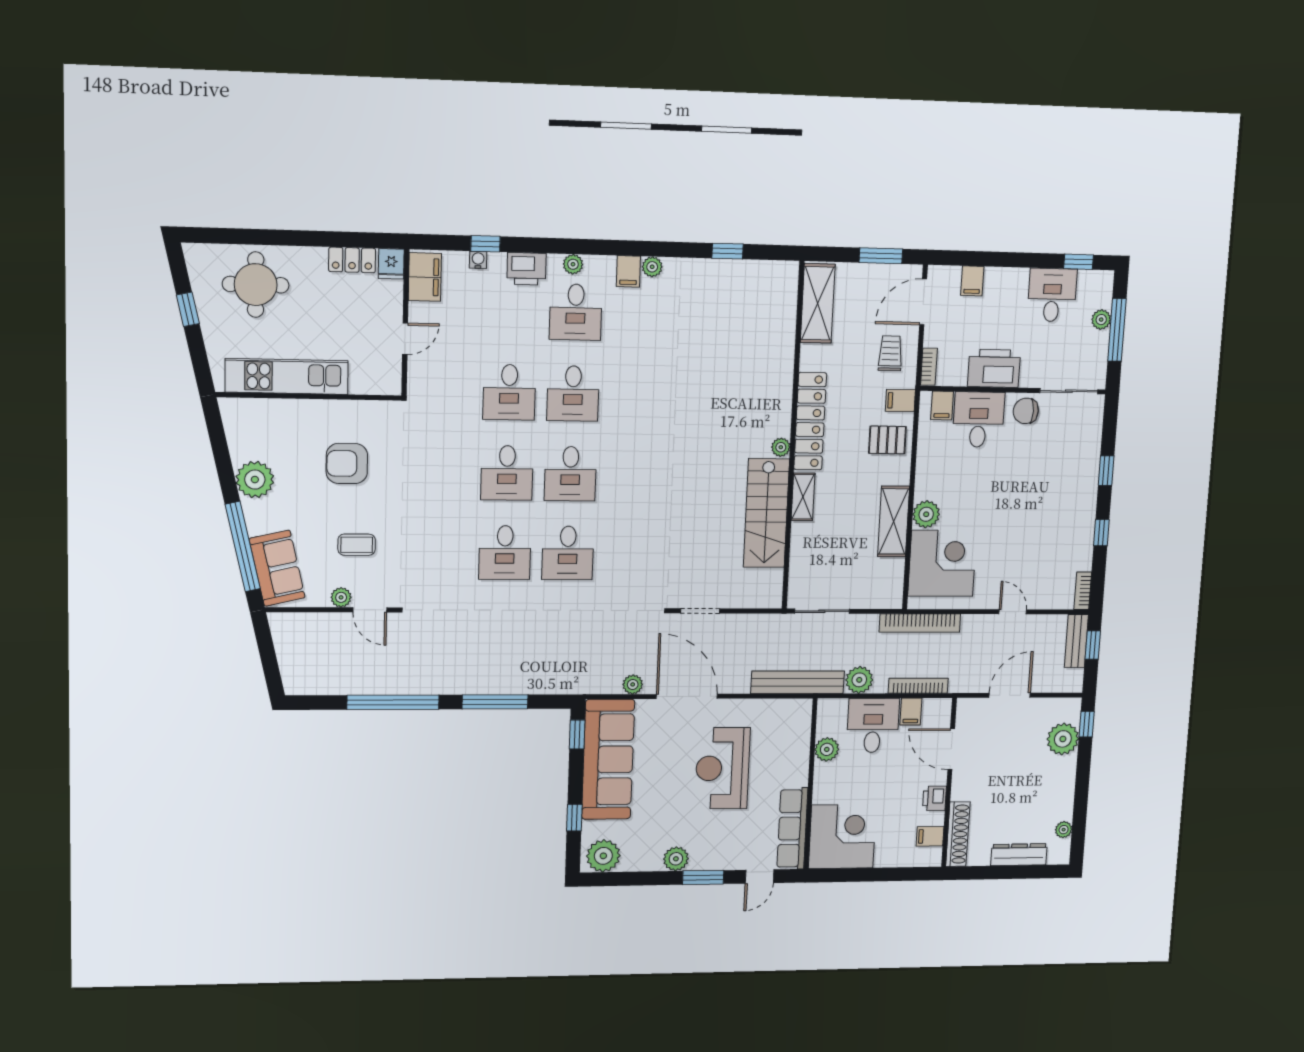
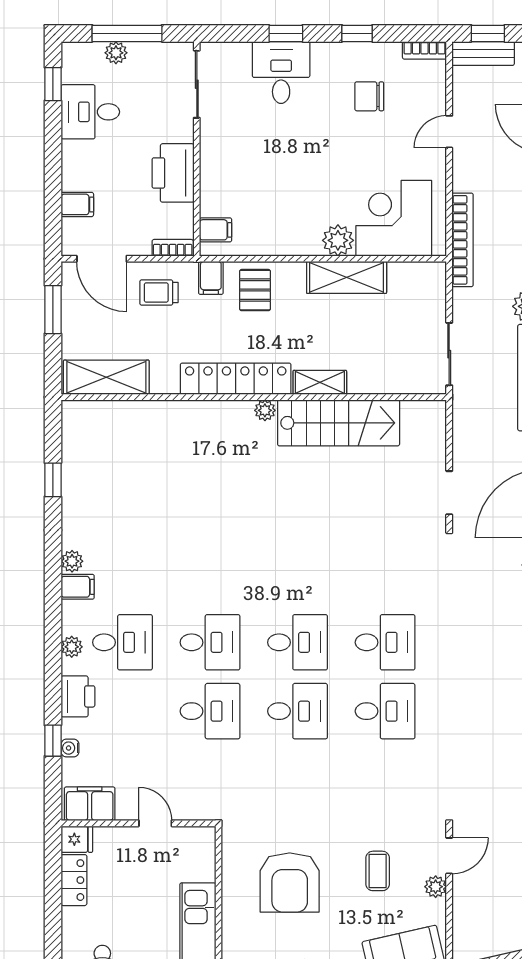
chair: (1026, 411) -> (369, 96), moved, turned 90
desk: (978, 420) -> (281, 73), moved, turned 90
armchair: (347, 464) -> (290, 883), width x1.36, depth x1.36

